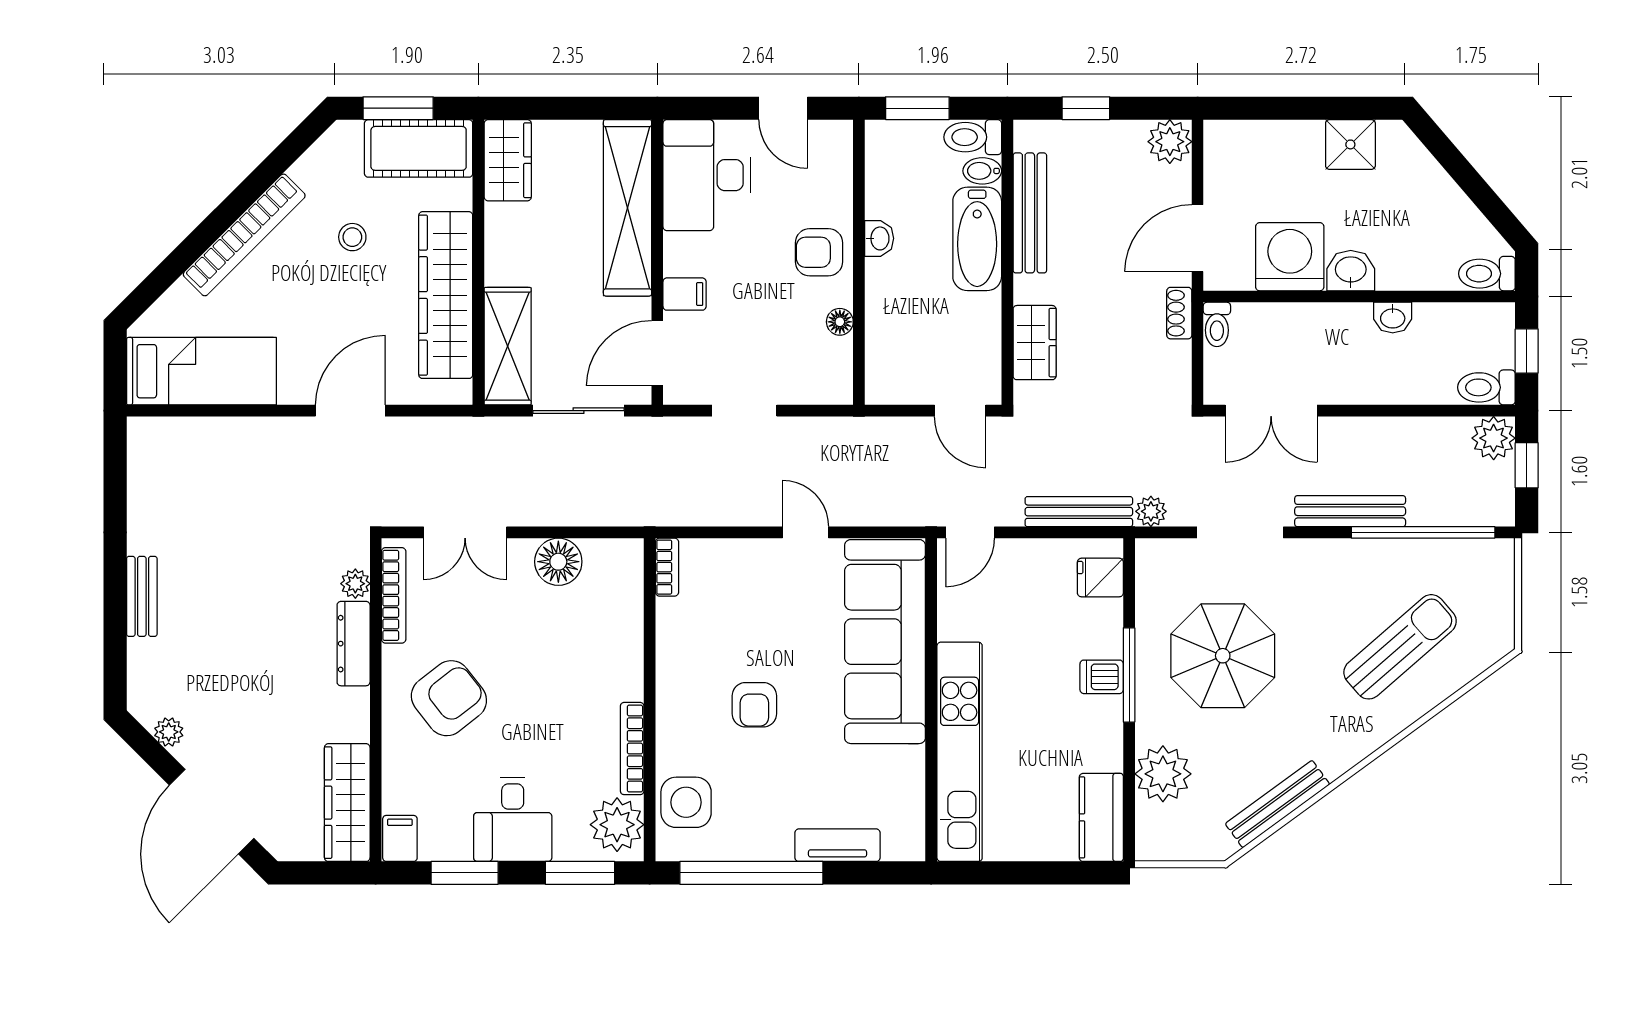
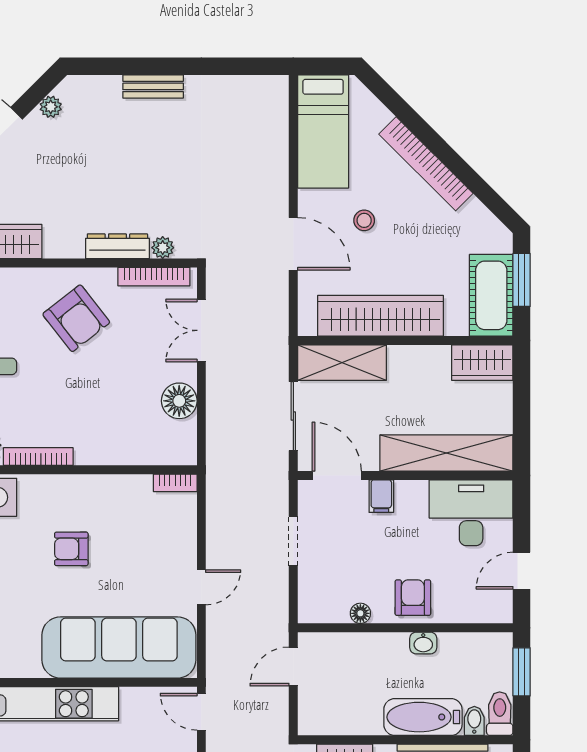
stool: (352, 237) -> (364, 220), moved
door: (960, 411) -> (293, 666), moved

